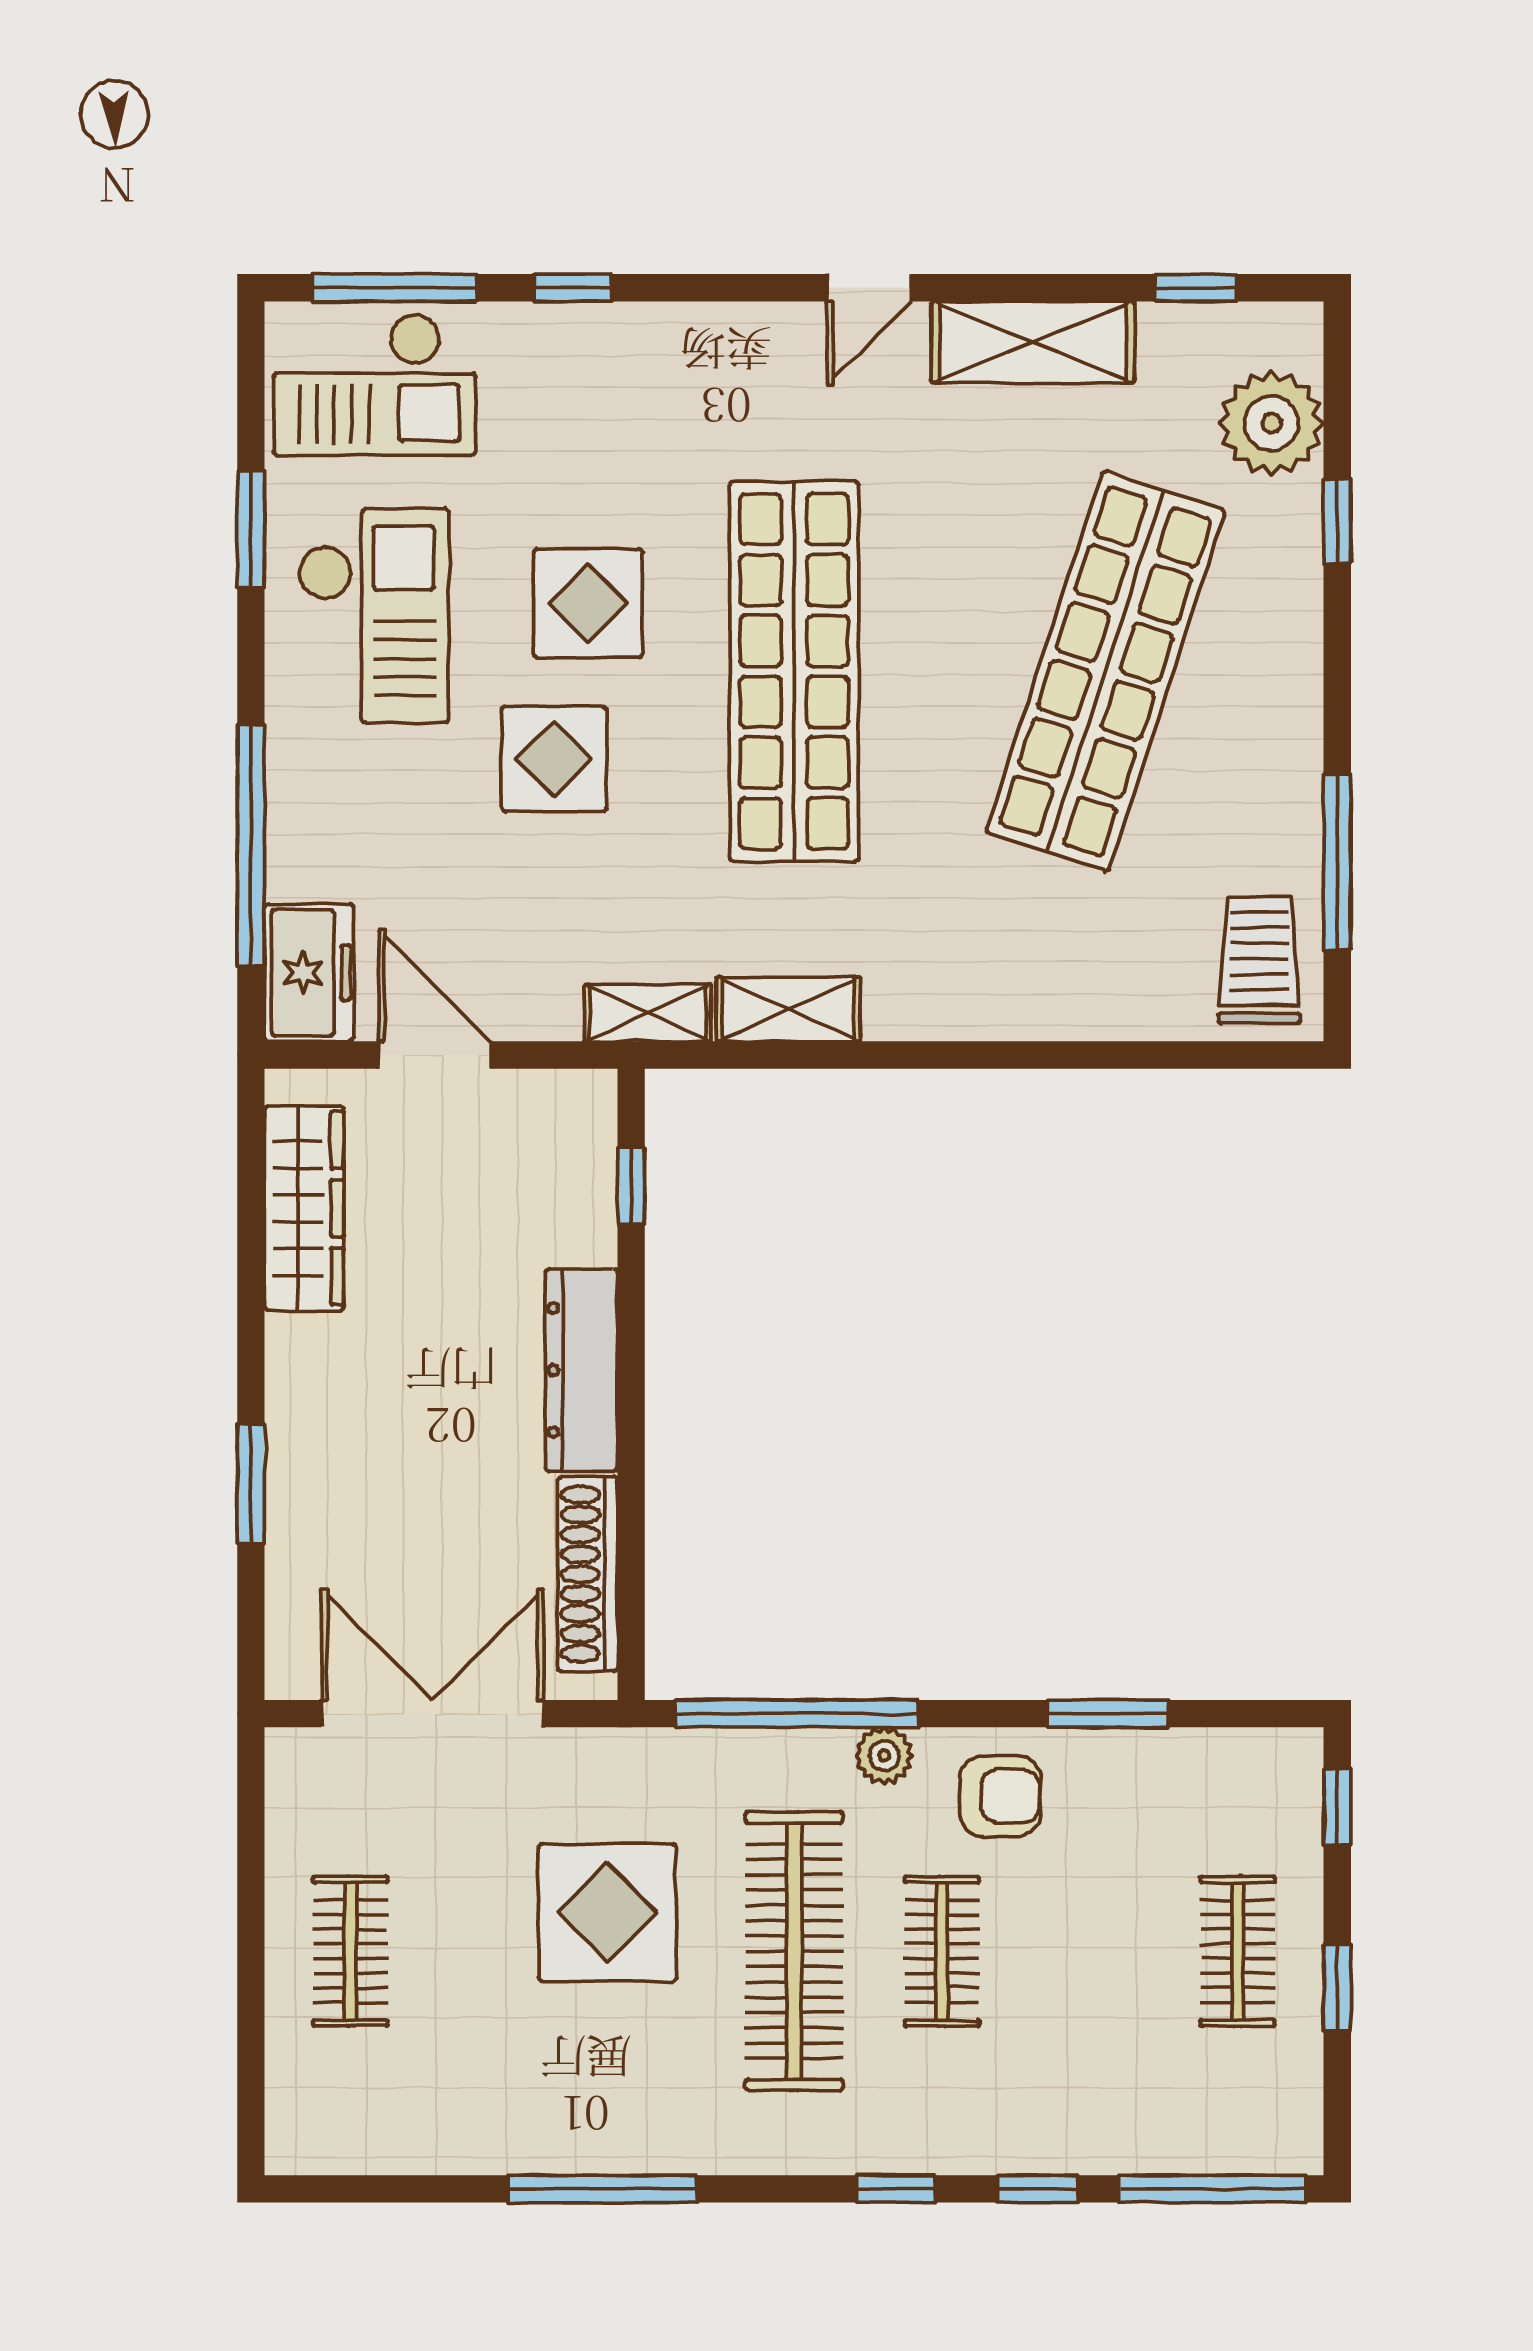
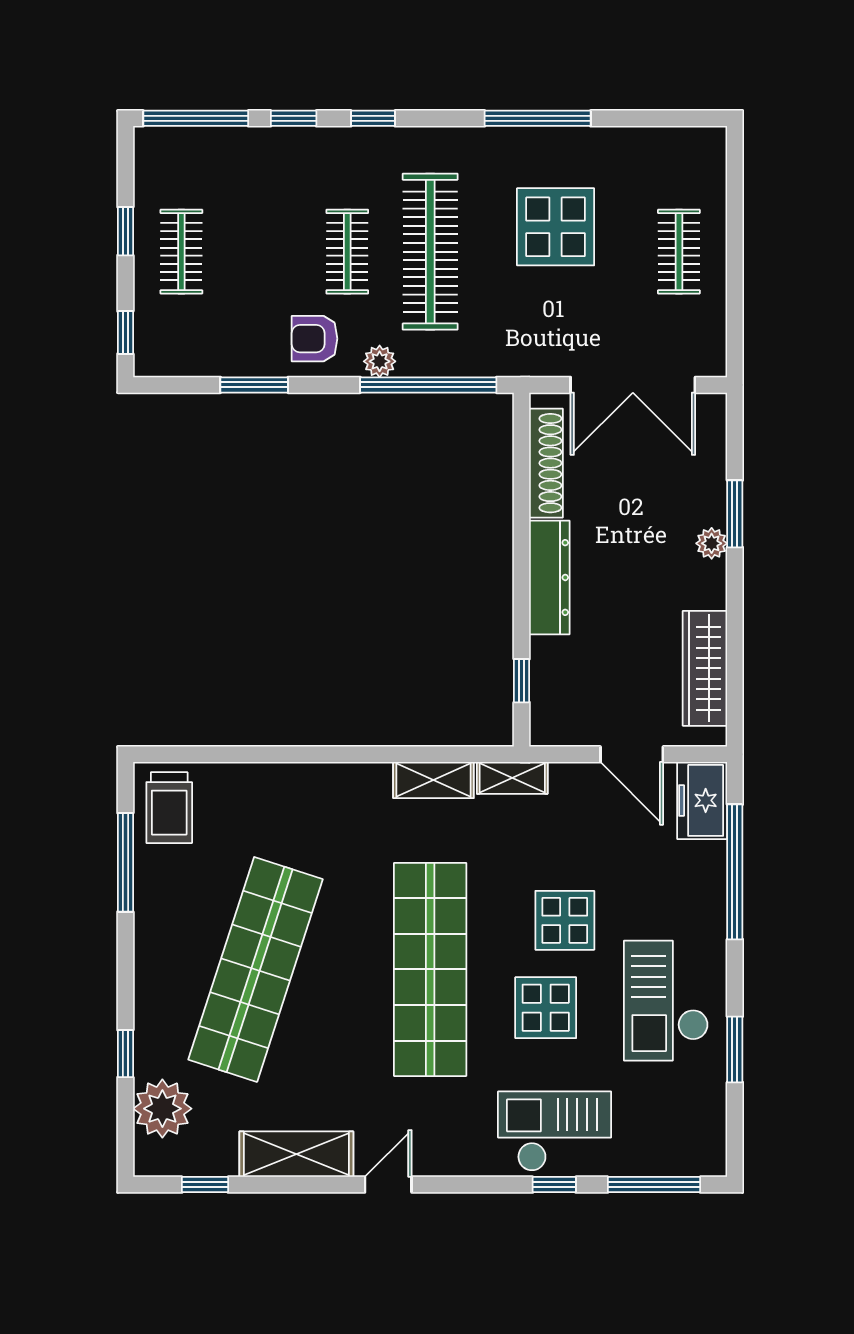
checkout: (375, 384) -> (555, 1131), moved
plant: (292, 1431) -> (712, 543), added
display table: (608, 1912) -> (556, 227), moved

